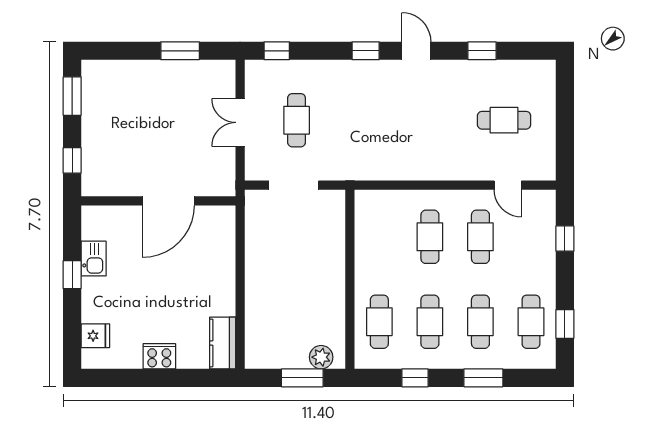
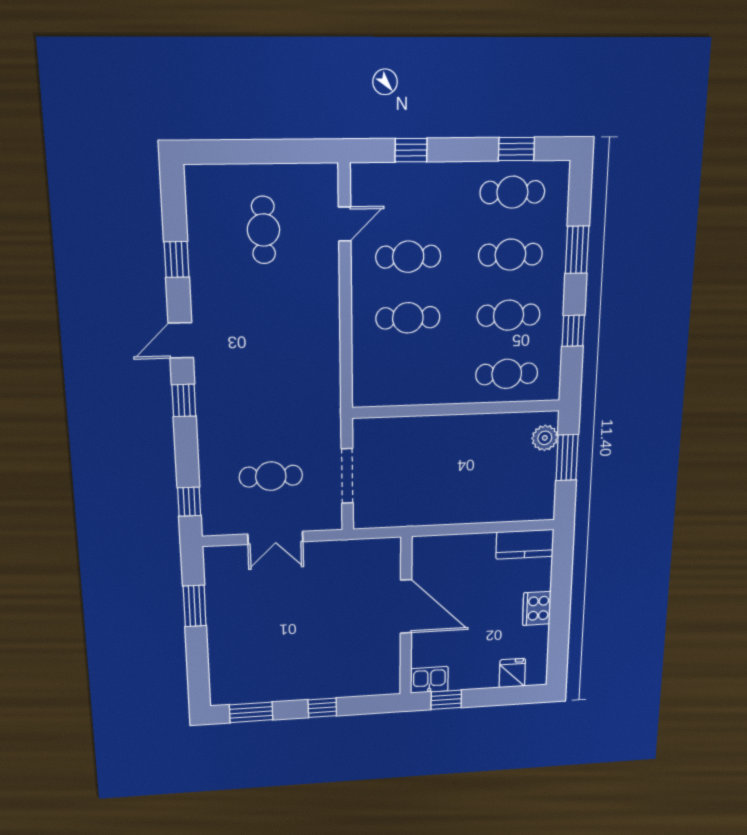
wall: (158, 201) -> (406, 617), moved
door: (168, 201) -> (406, 607), moved

